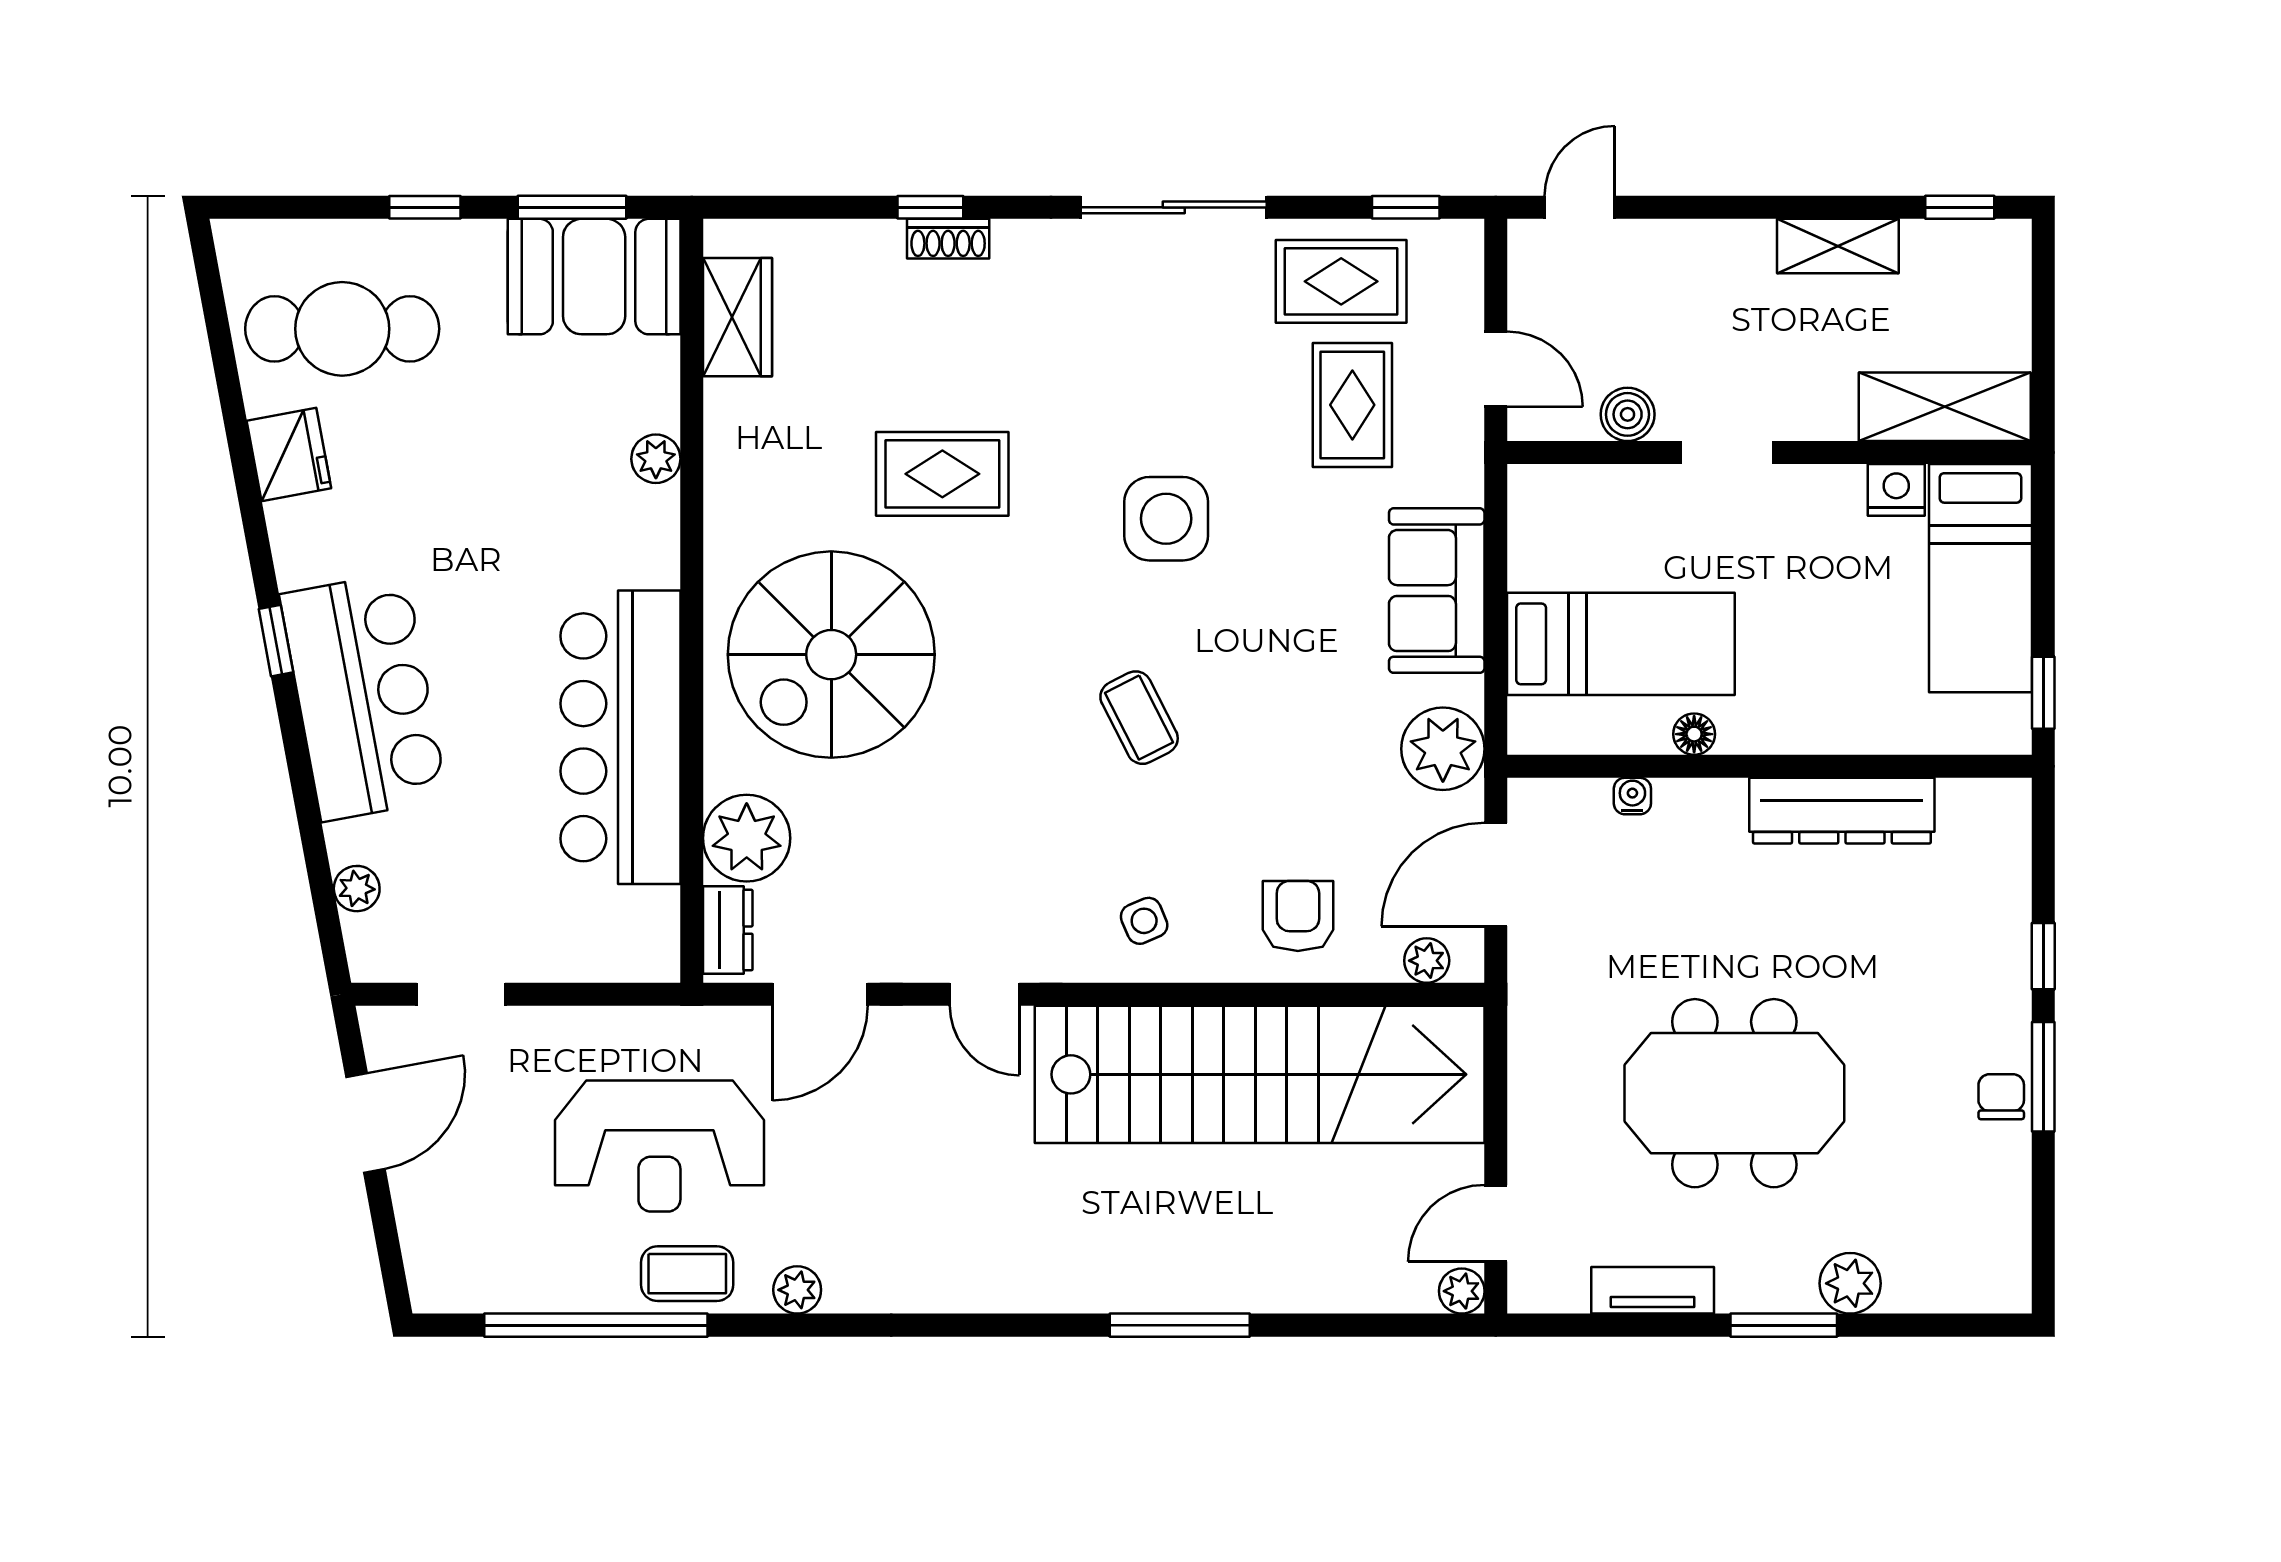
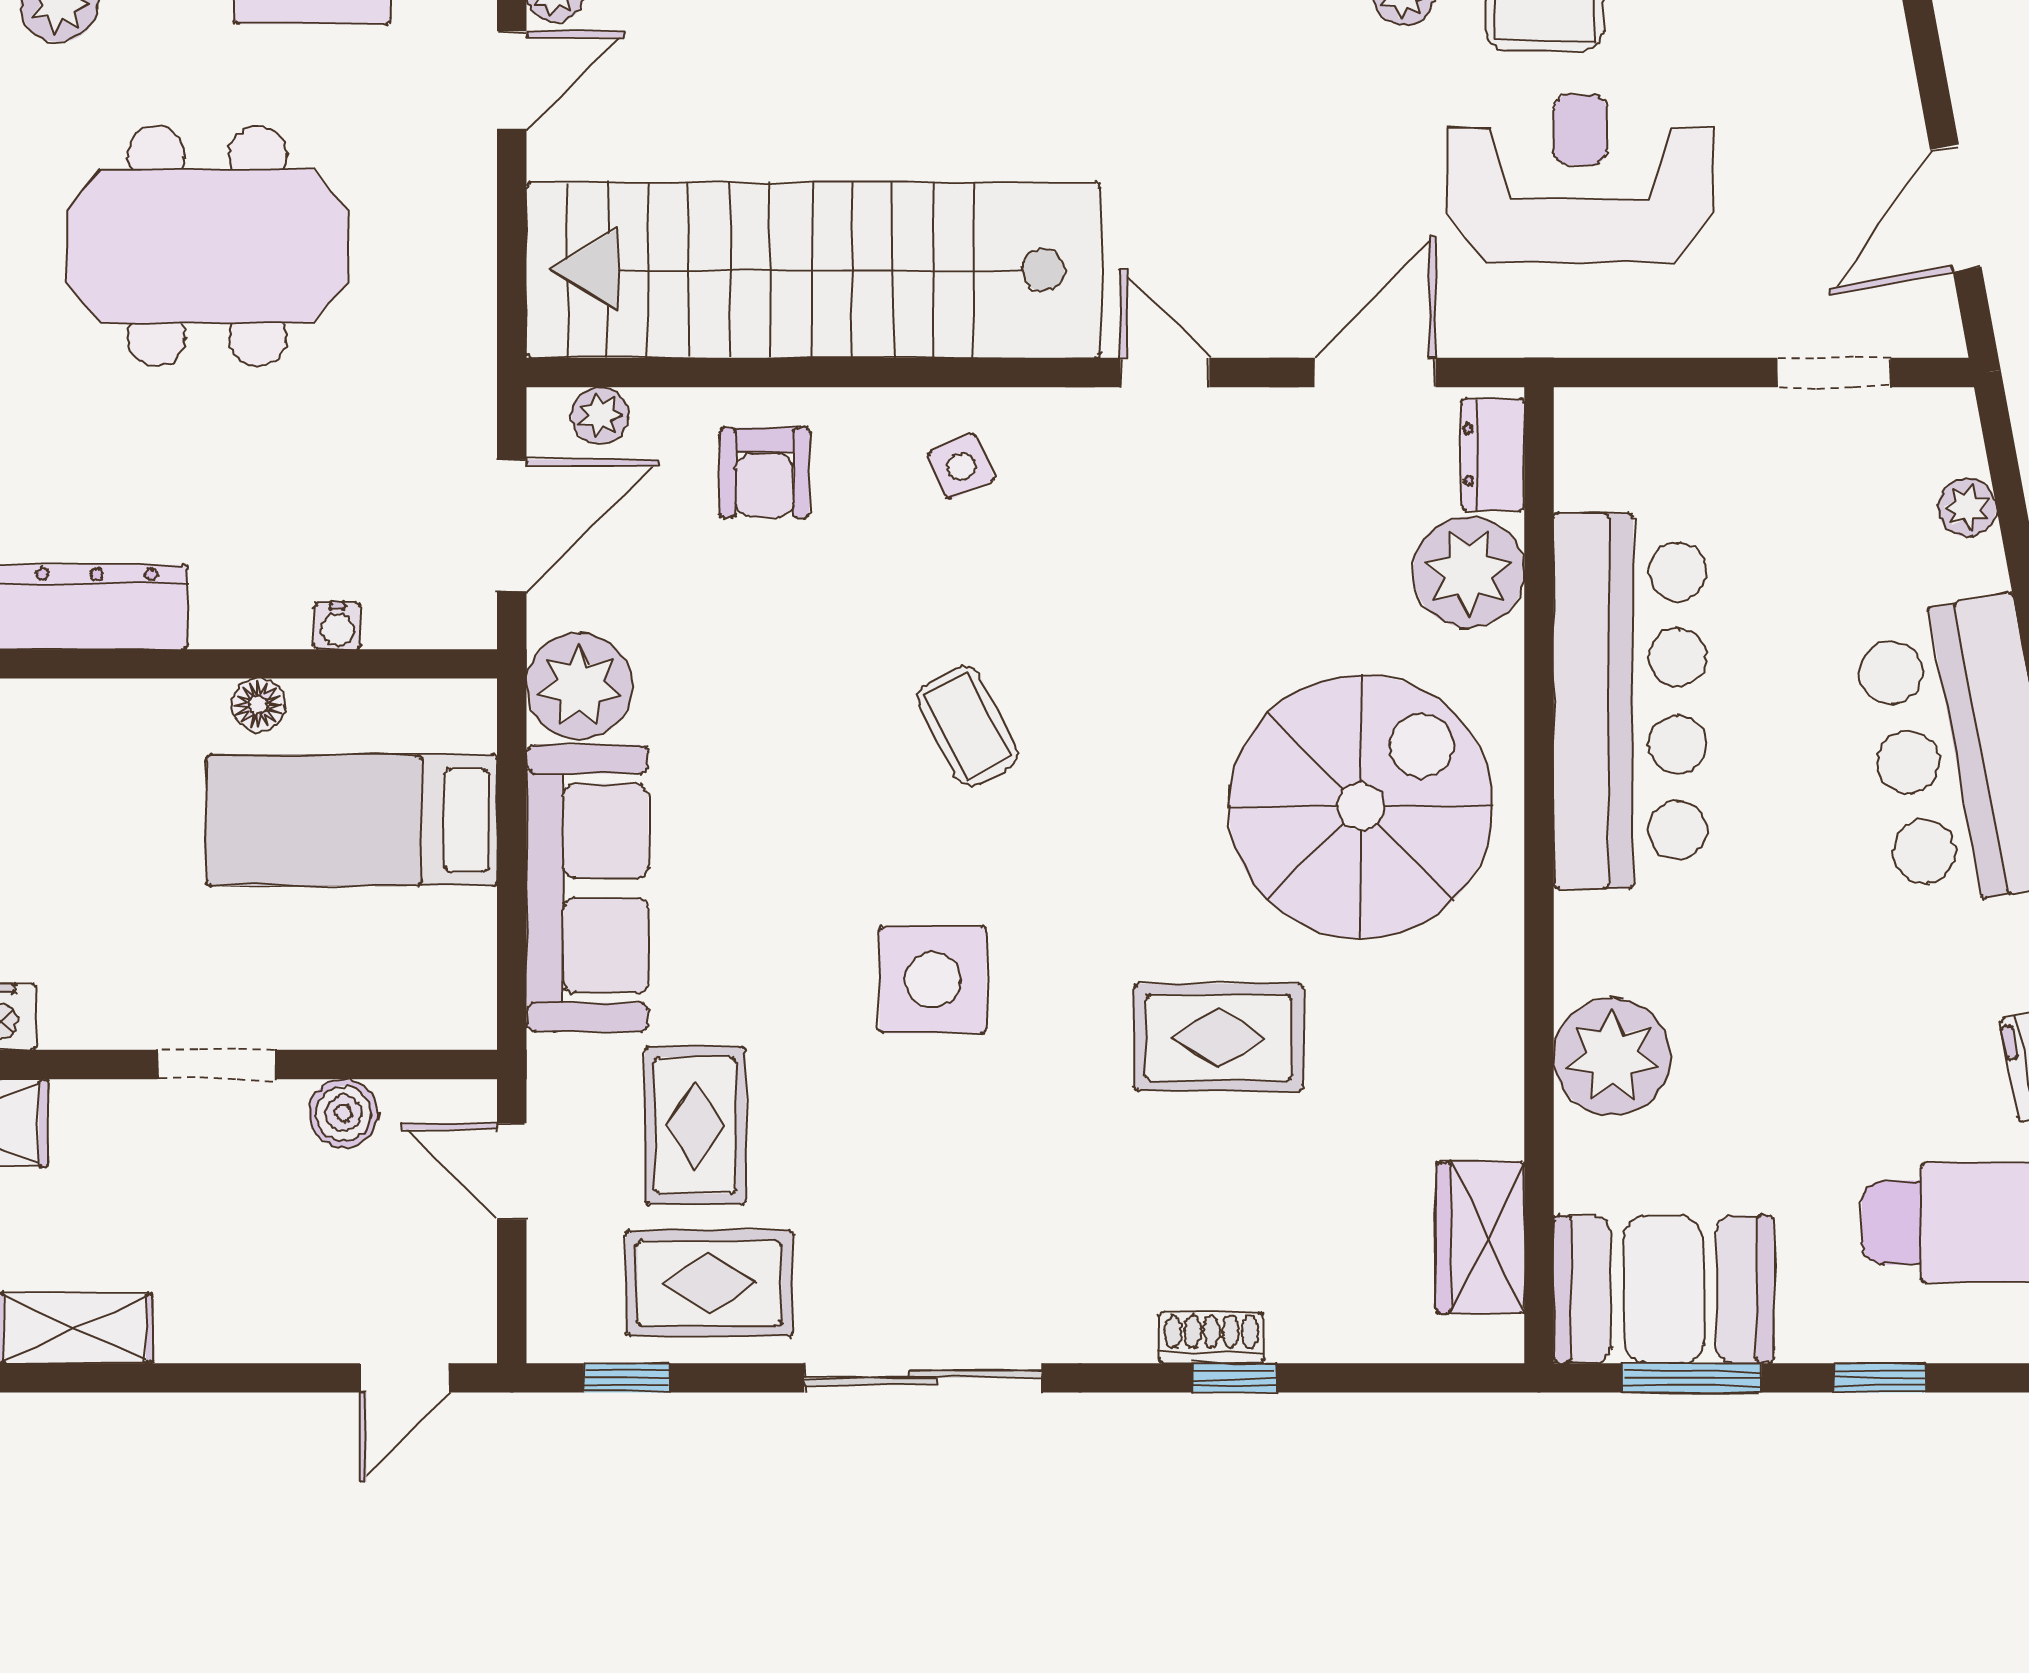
plant: (656, 459) -> (1612, 1057), width x1.88, depth x1.88
sofa: (1437, 591) -> (587, 888), width x1.36

